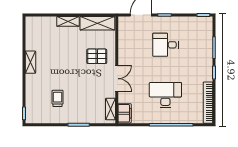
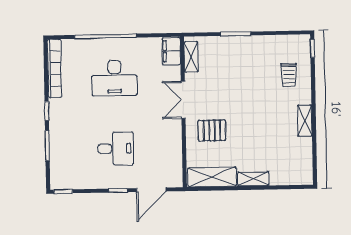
trolley: (58, 98) -> (289, 75), moved

